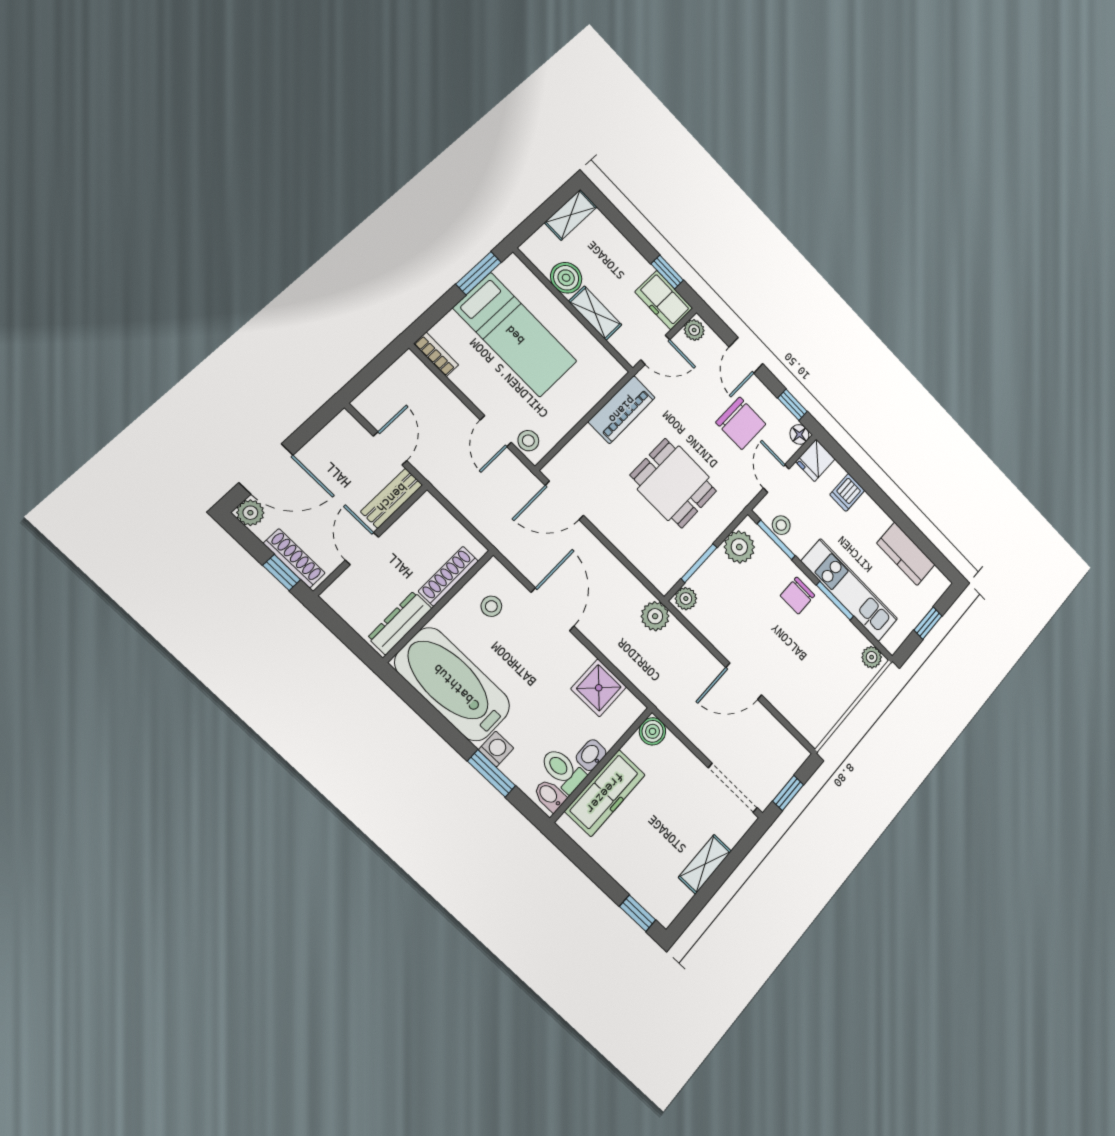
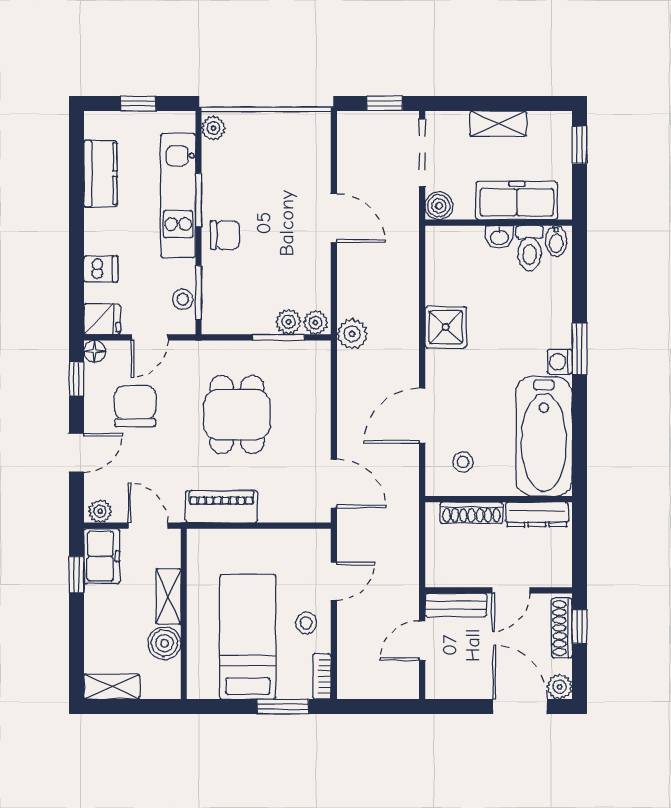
window: (479, 273) -> (283, 707), moved
stool: (528, 441) -> (306, 623), moved
plant: (739, 547) -> (289, 322), moved, width x0.73, depth x0.73
boiler: (653, 731) -> (439, 206), moved
washbasin: (591, 755) -> (499, 237), moved
wall: (602, 764) -> (499, 223), moved
toilet: (563, 770) -> (530, 248), moved
freezer: (605, 793) -> (517, 201), moved
bidet: (550, 795) -> (556, 241), moved

